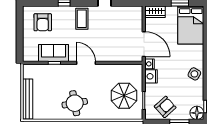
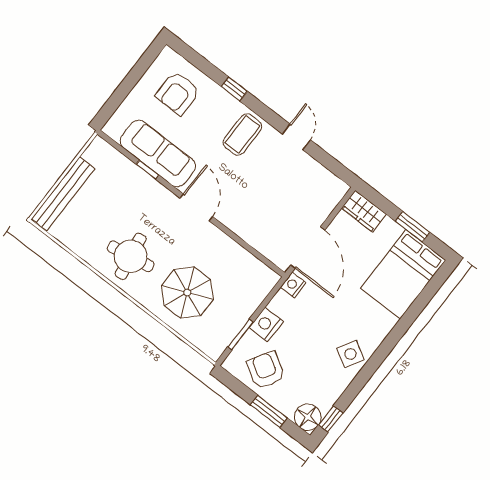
sofa: (54, 53) -> (158, 154), width x1.36
nightstand: (151, 76) -> (266, 324), moved
parasol: (124, 96) -> (187, 293), moved
armchair: (165, 107) -> (266, 370), turned -107

